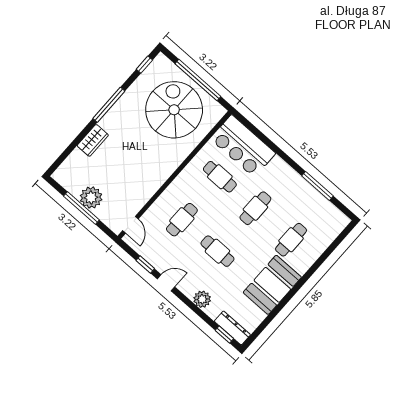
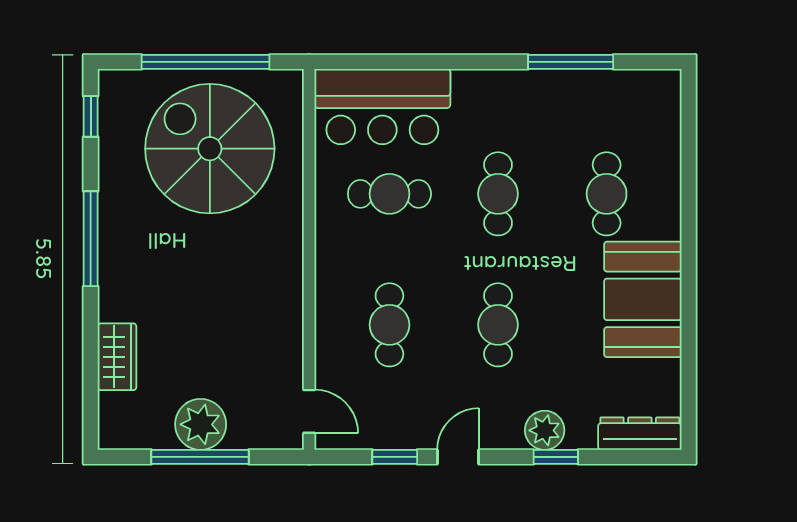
wardrobe: (93, 140) -> (117, 357), moved
cafe table: (217, 251) -> (498, 325), turned 90
window: (224, 335) -> (556, 457), moved

